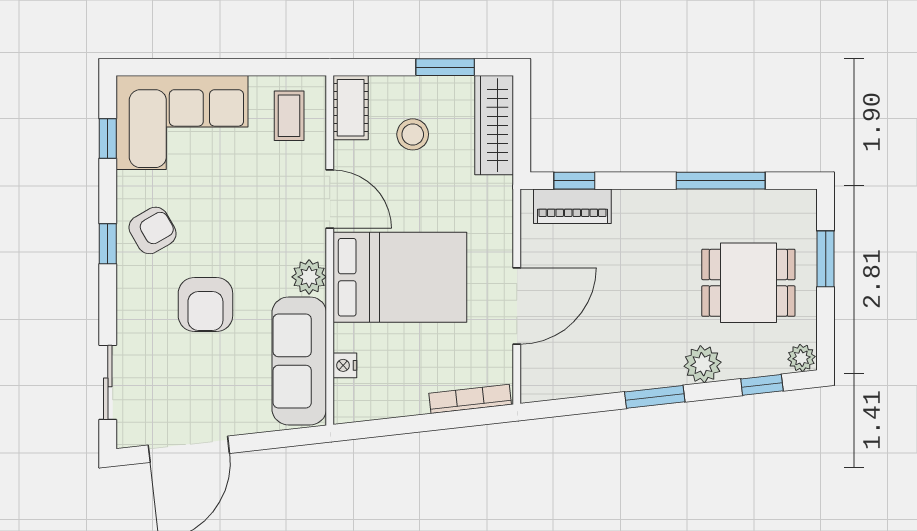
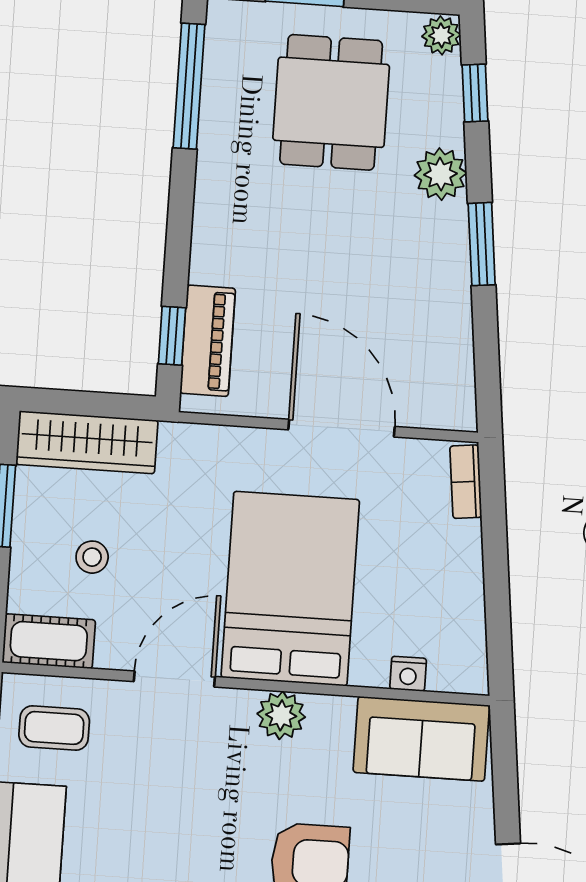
stool: (413, 134) -> (92, 557), width x0.73, depth x0.73
window: (721, 181) -> (189, 86), moved
sofa: (299, 361) -> (421, 739), width x0.73
bookcase: (470, 399) -> (466, 482), width x0.64

